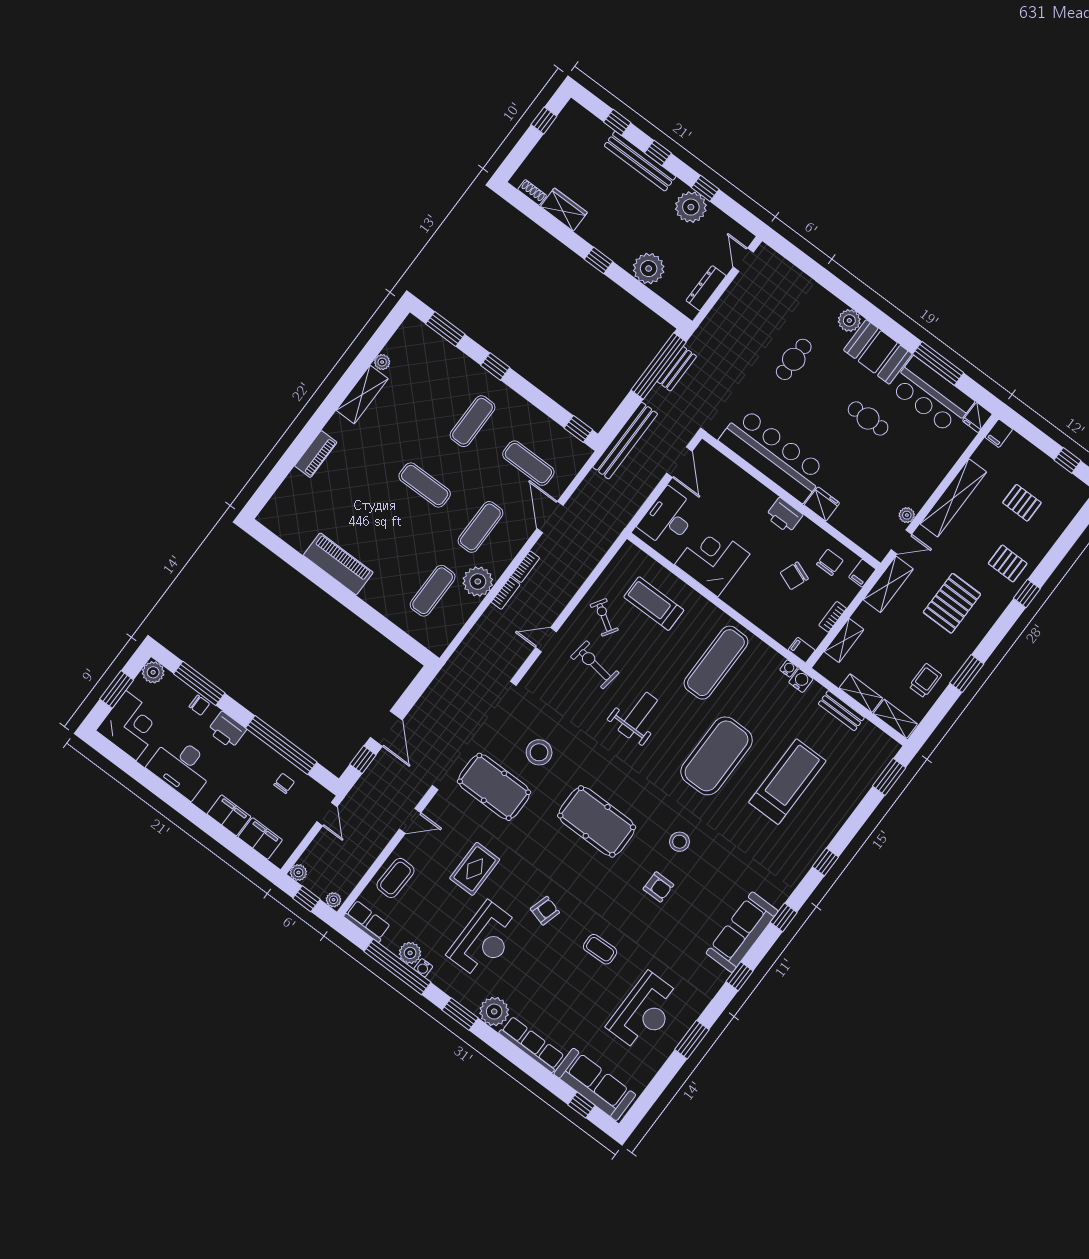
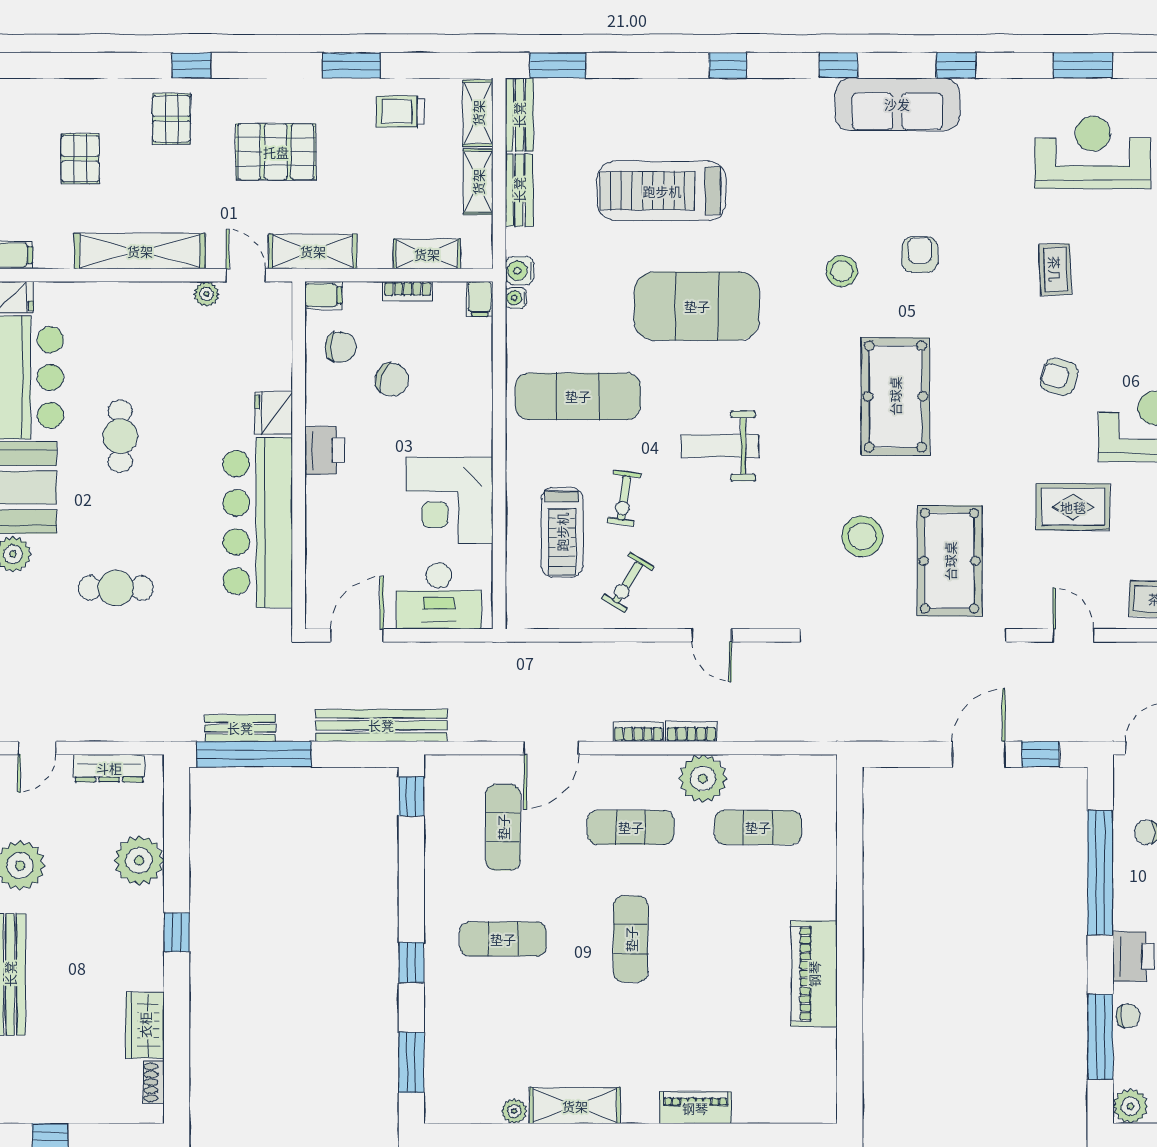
chair: (830, 562) -> (341, 347), turned 180
exercise bike: (595, 665) -> (624, 498), moved, width x0.73, depth x0.72
chair: (199, 705) -> (1128, 1016), turned 86
bench: (879, 739) -> (519, 115), added

